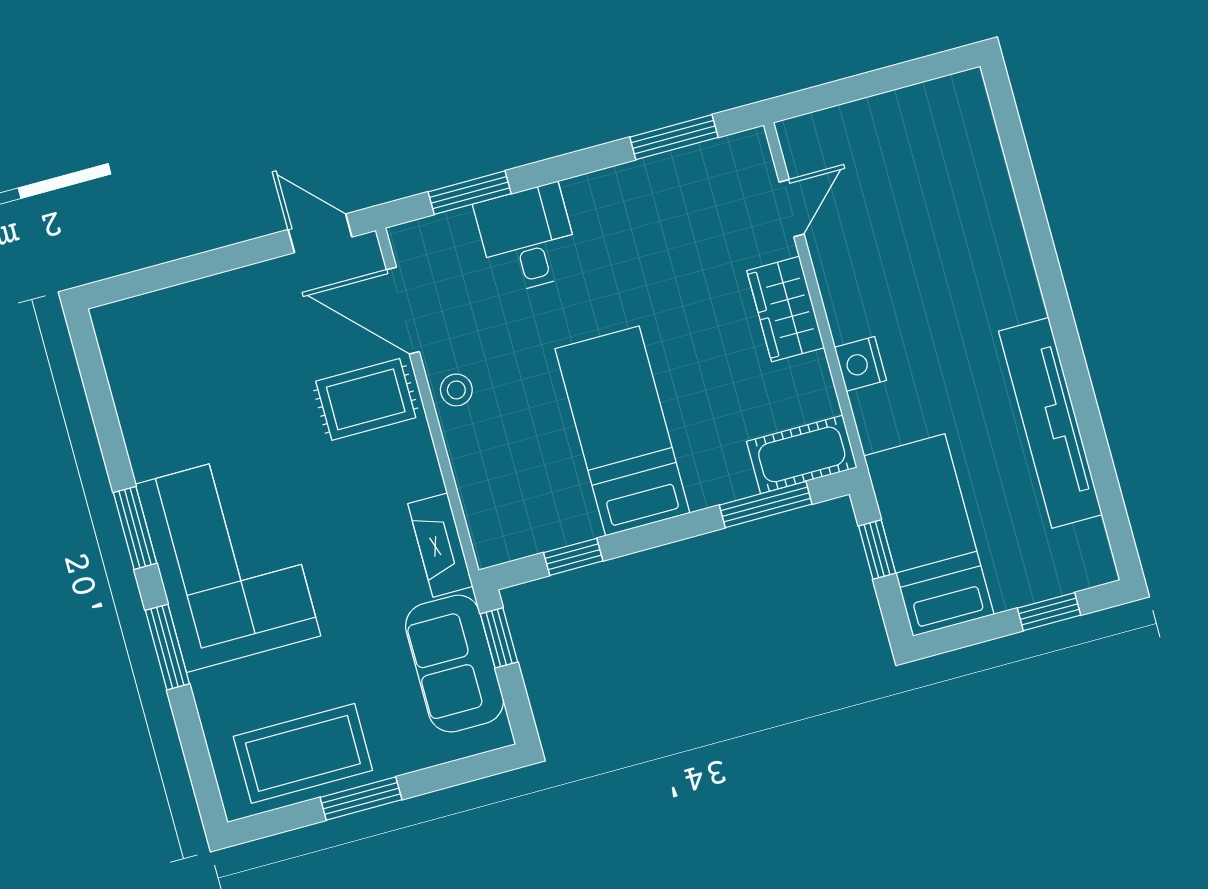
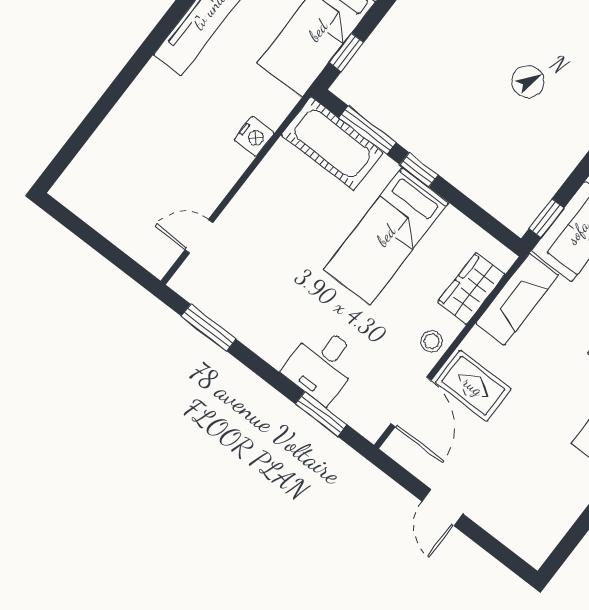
door: (320, 233) -> (442, 508), moved
wardrobe: (786, 309) -> (471, 288), moved, turned 180
cot: (802, 454) -> (332, 144), width x1.37, depth x1.34
fireplace: (440, 545) -> (517, 299), width x1.37, depth x1.32
window: (573, 557) -> (419, 170), moved

